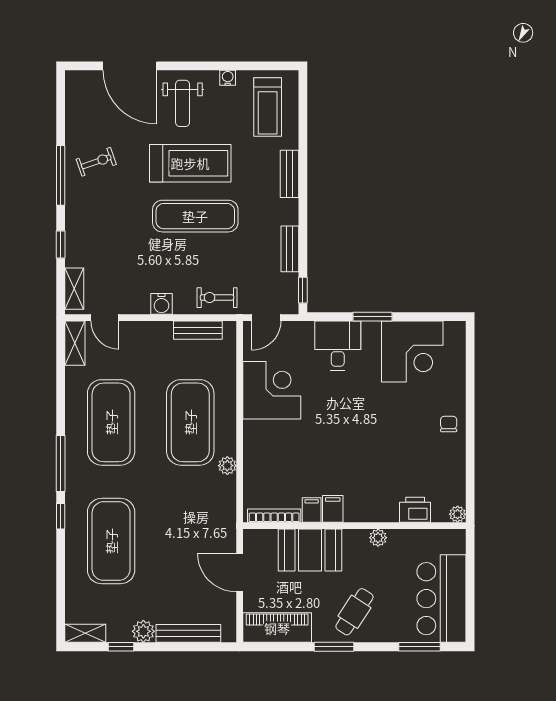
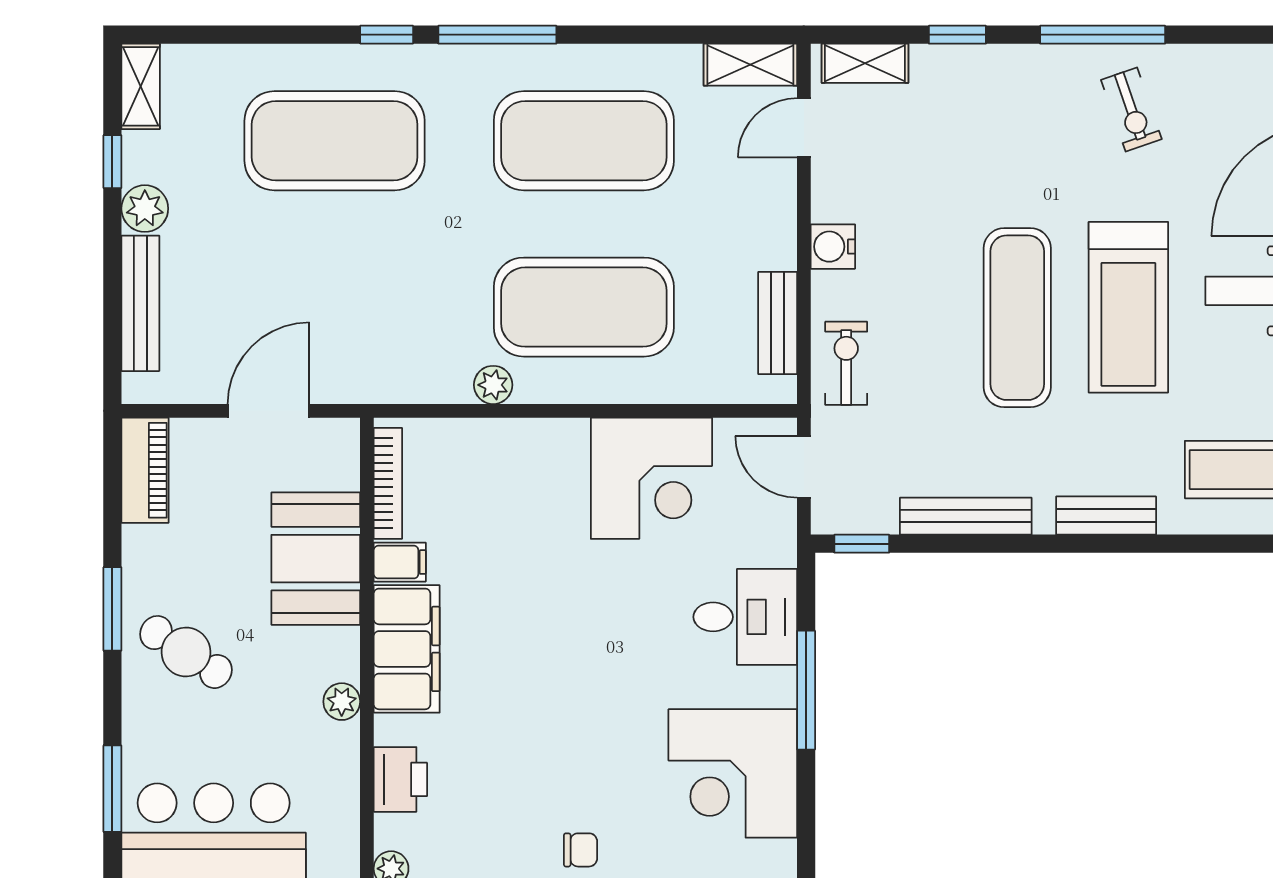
bench: (290, 249) -> (966, 516), width x1.36
window: (373, 317) -> (806, 690), width x1.44
filing cabinet: (333, 509) -> (407, 649), width x3.00, depth x1.17
piano: (277, 628) -> (145, 470), width x0.73, depth x0.75

